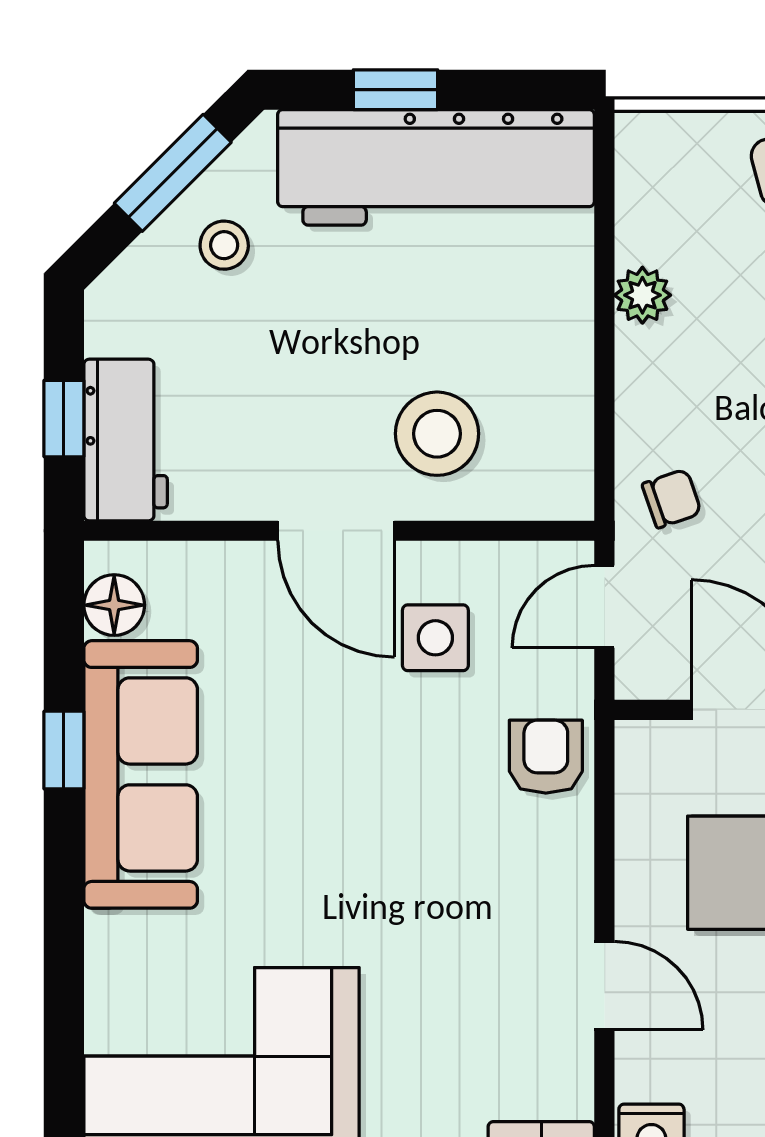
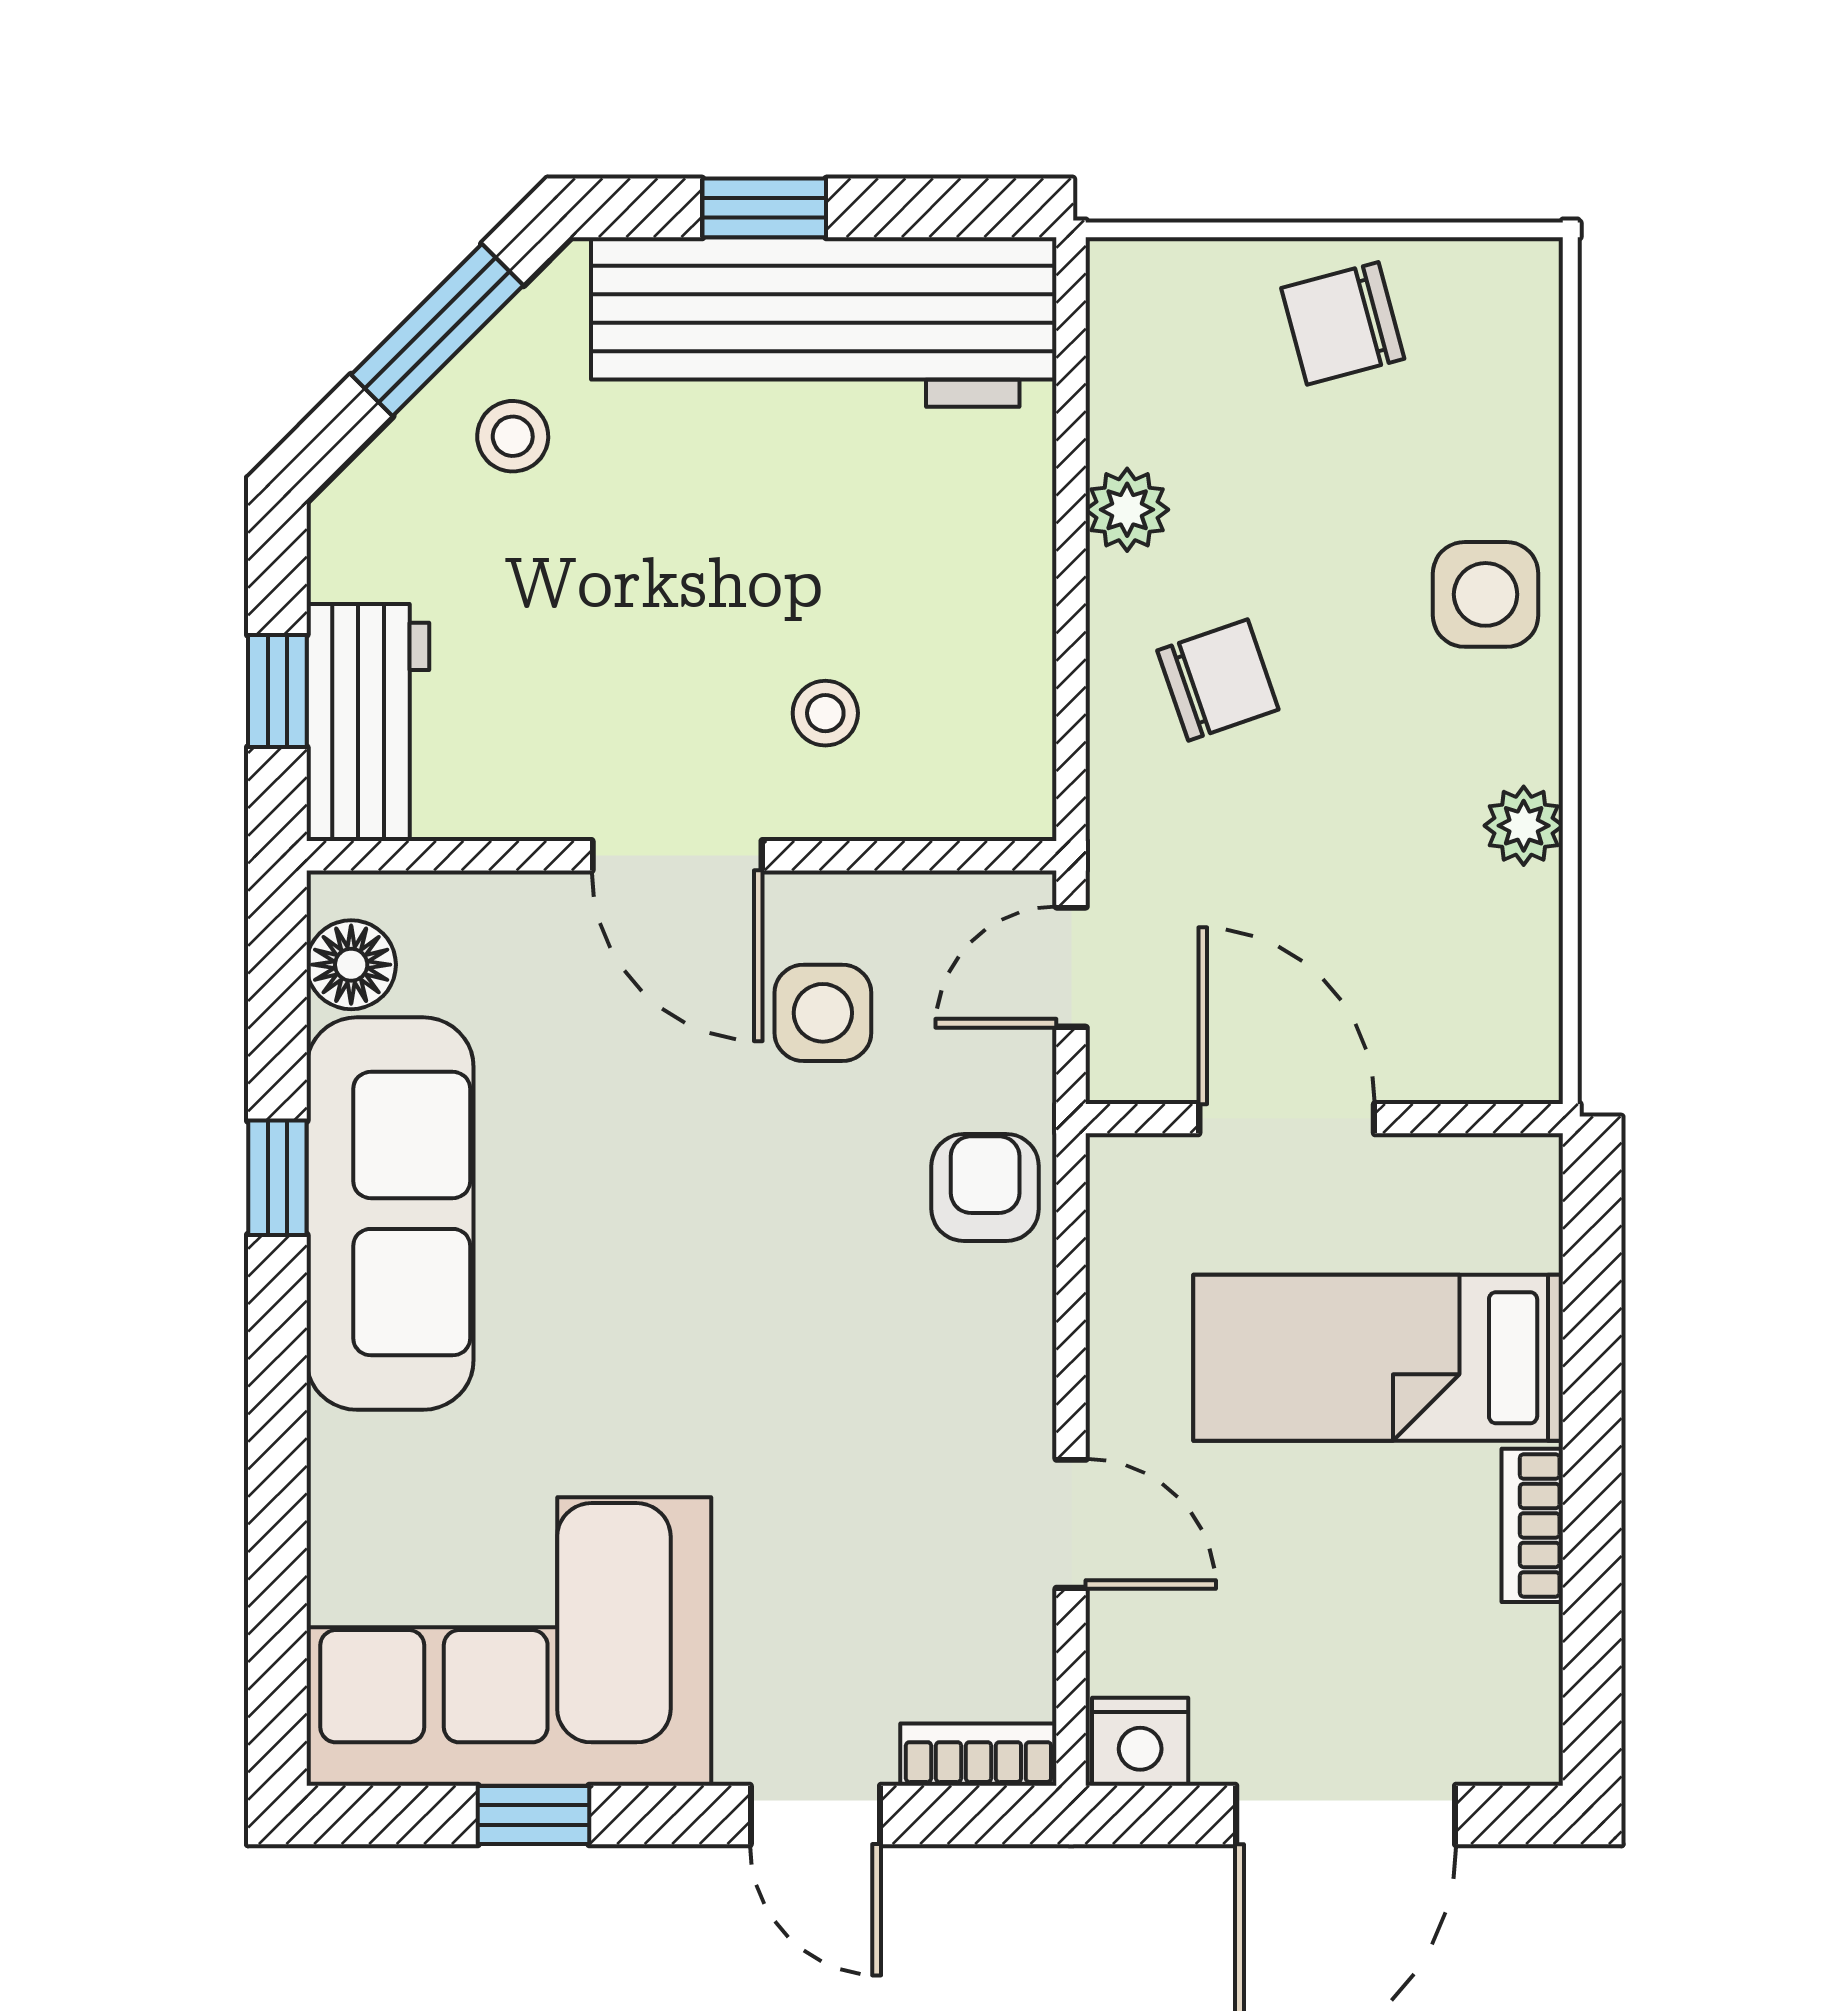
stool: (437, 434) -> (825, 713), width x0.53, depth x0.53
chair: (672, 499) -> (1218, 680), moved, width x1.37, depth x1.37

